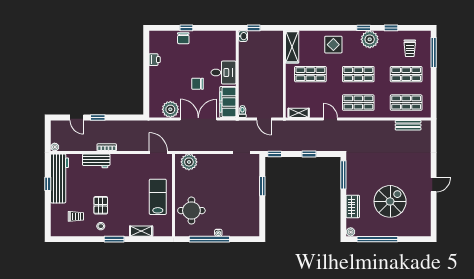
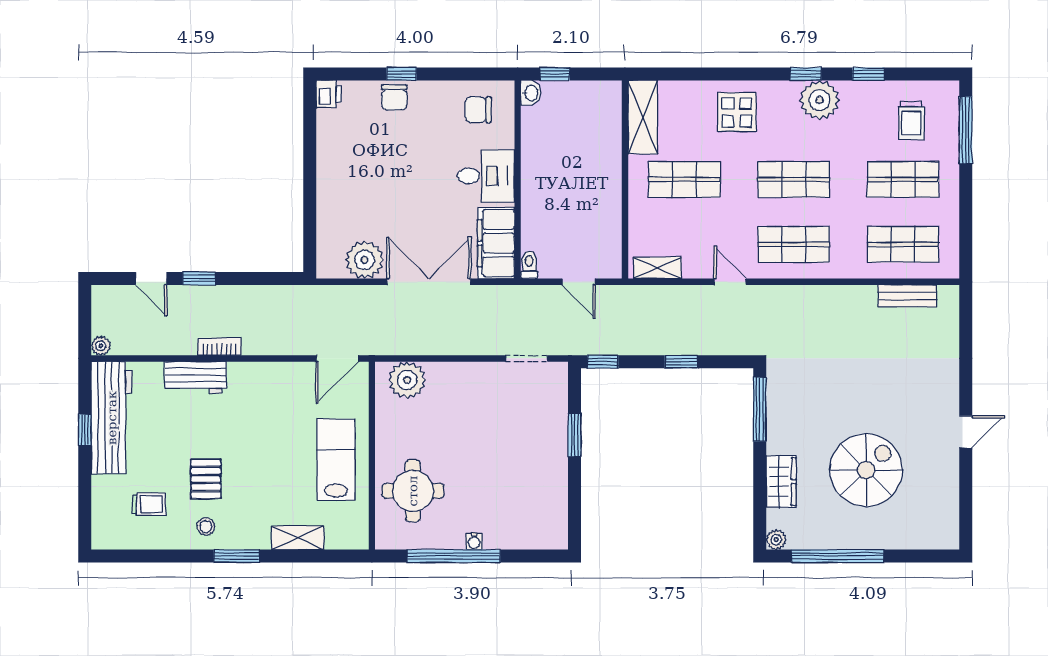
printer: (155, 60) -> (329, 94), moved
chair: (198, 84) -> (478, 110), moved
door: (158, 153) -> (337, 358), swing flipped

